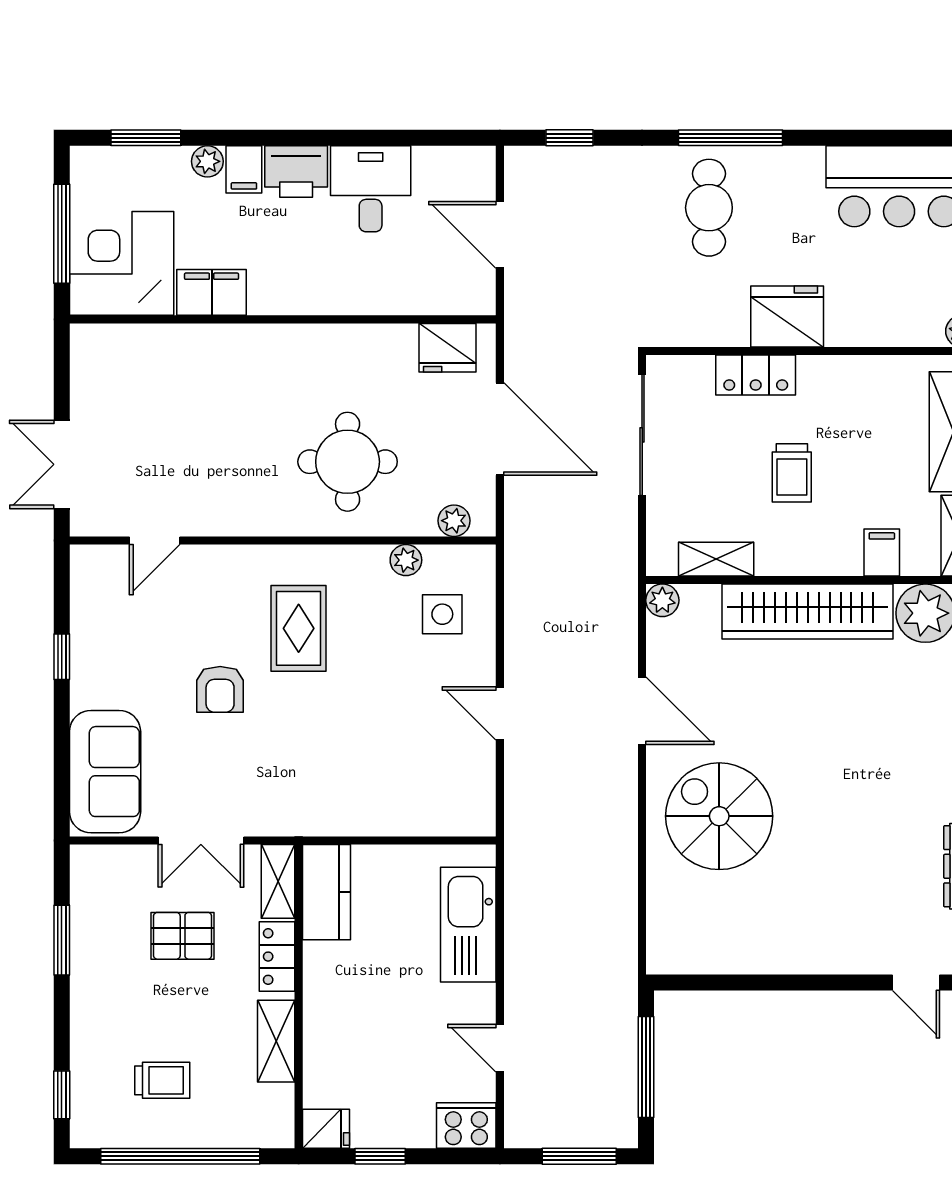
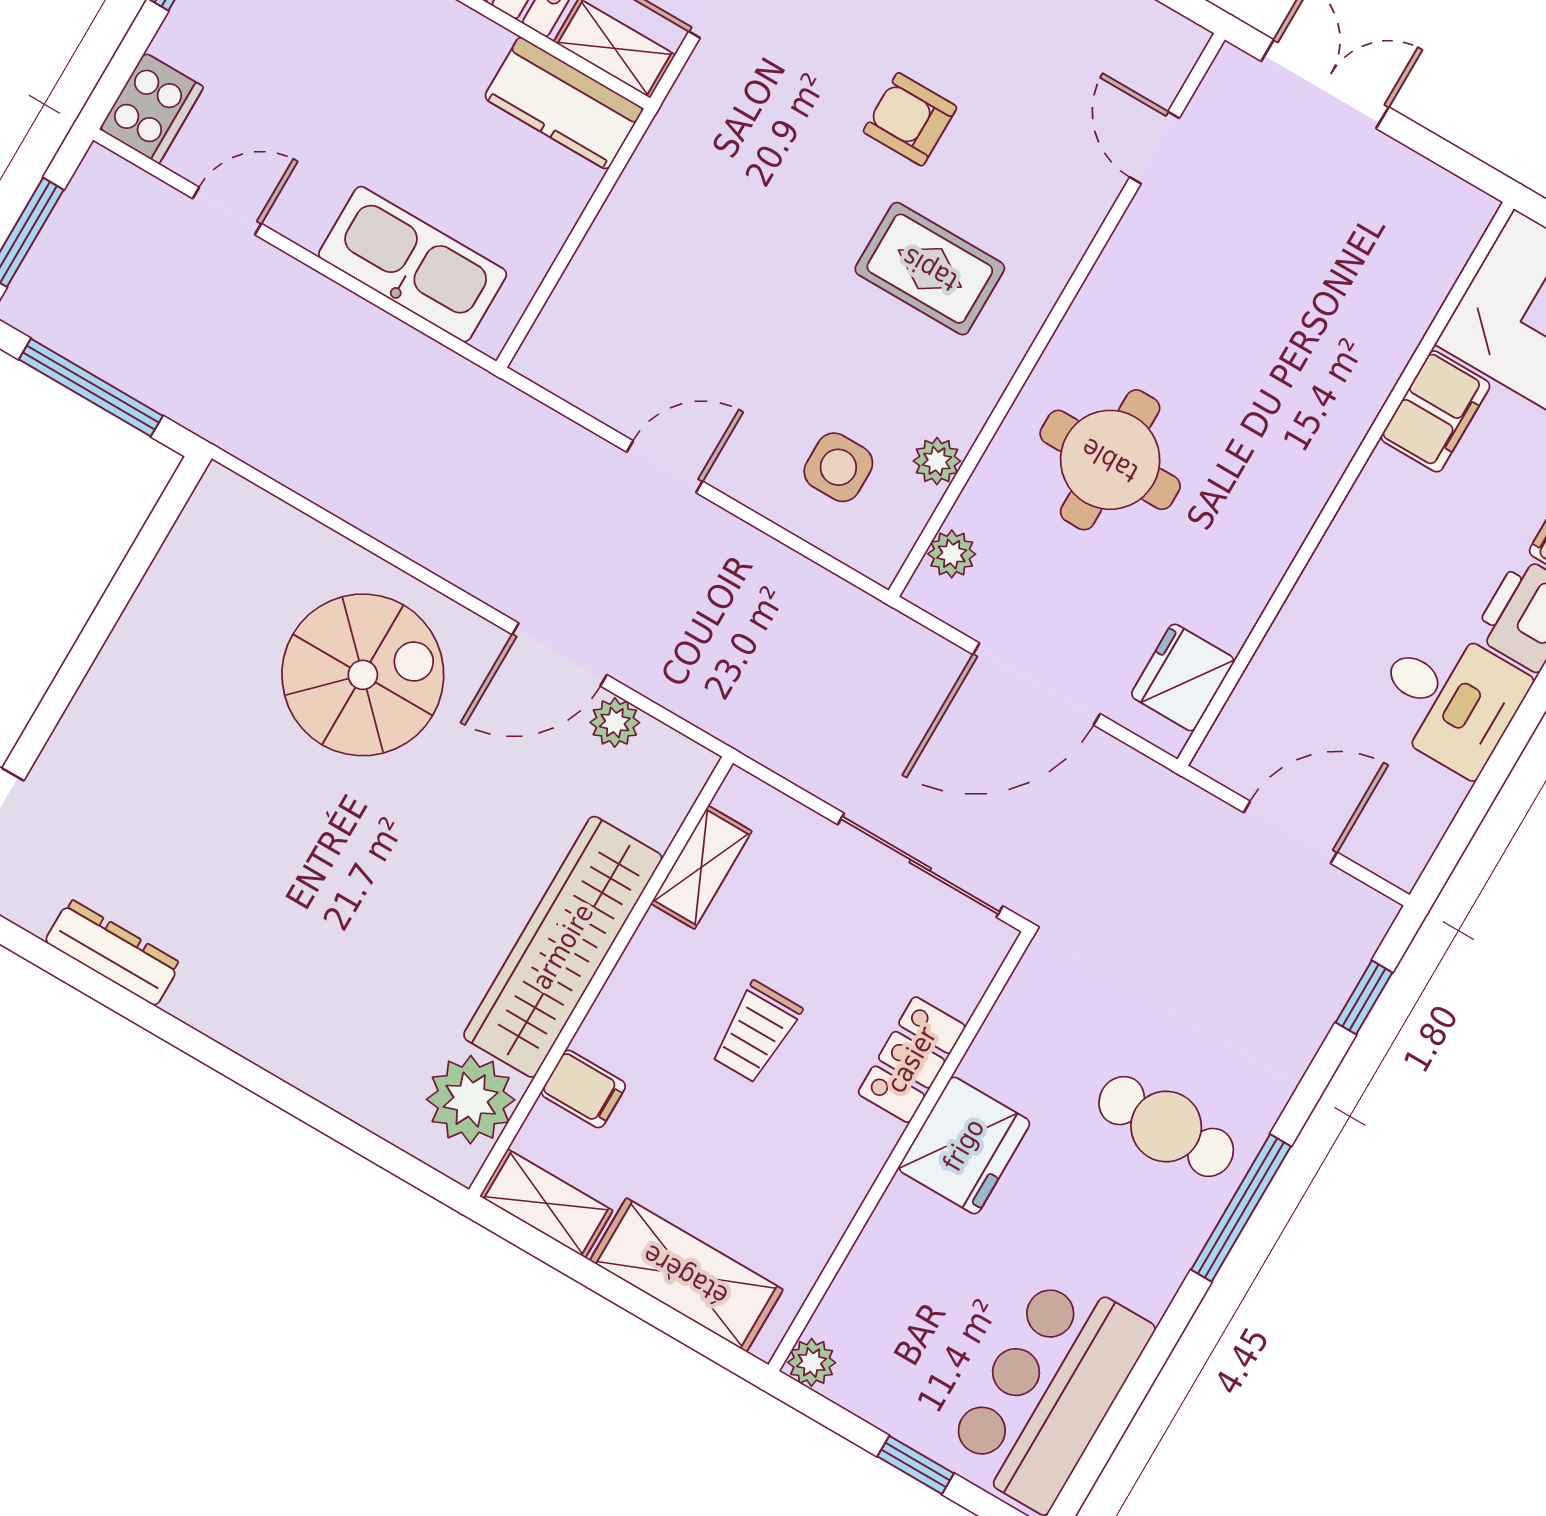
trolley: (792, 473) -> (756, 1032), turned -90
plant: (662, 600) -> (615, 723), moved

